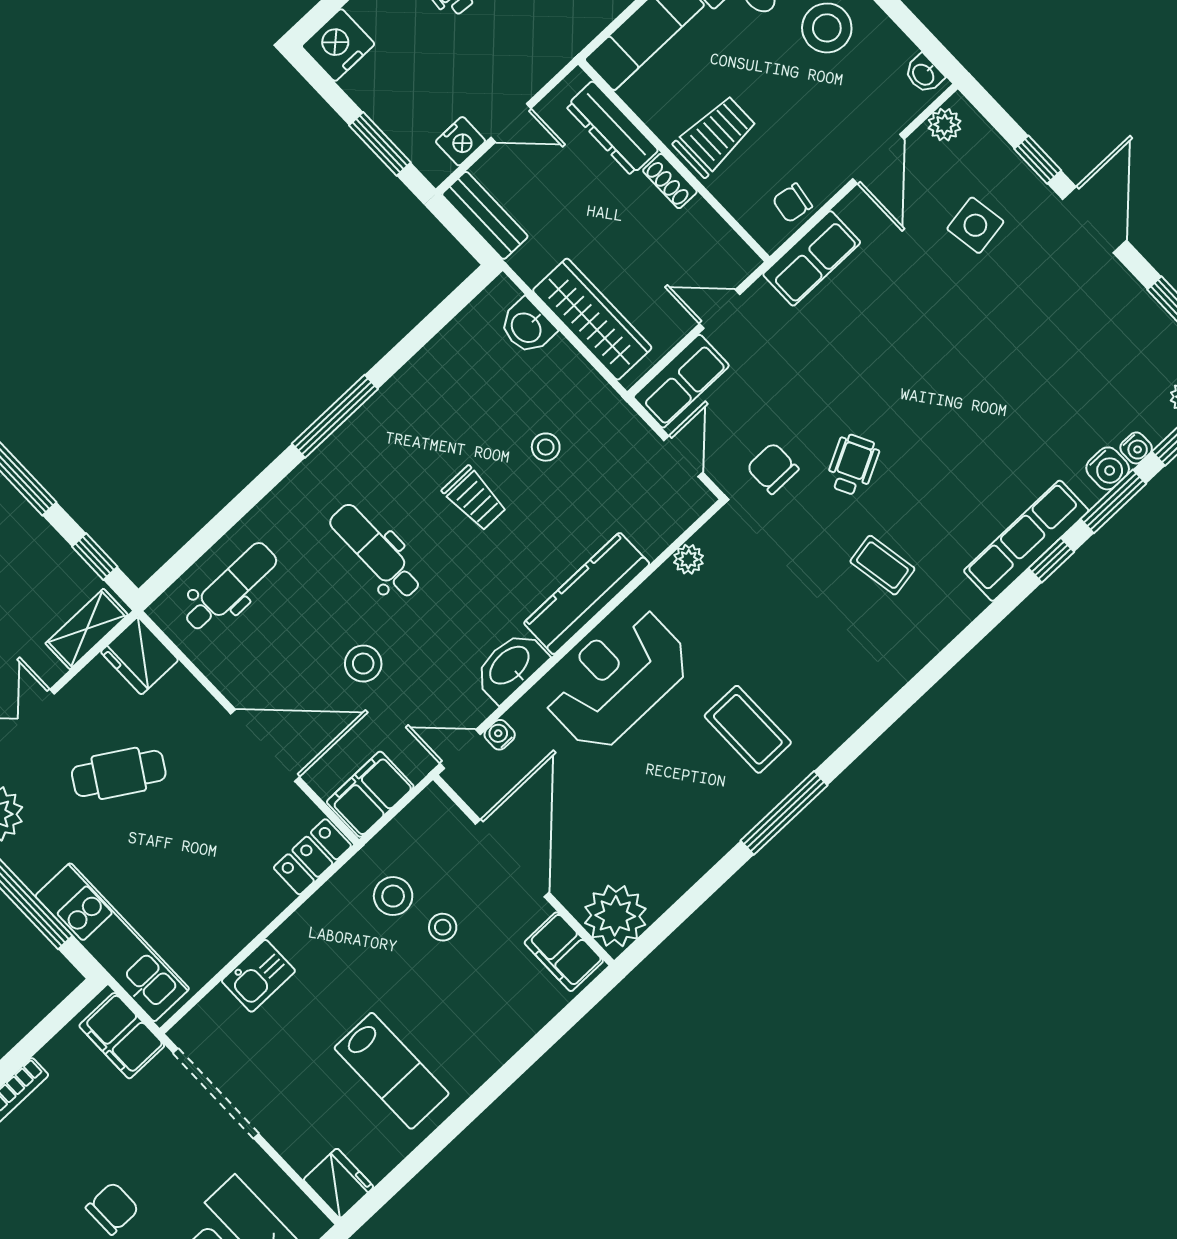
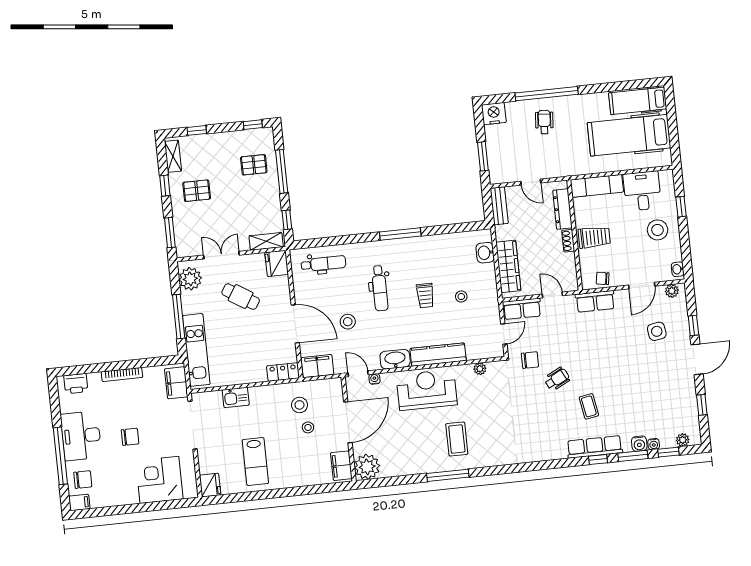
nightstand: (461, 141) -> (510, 176), removed
chair: (773, 468) -> (530, 360), turned 90
dental chair: (376, 551) -> (380, 288), turned 180
coffee table: (882, 565) -> (589, 406), moved

